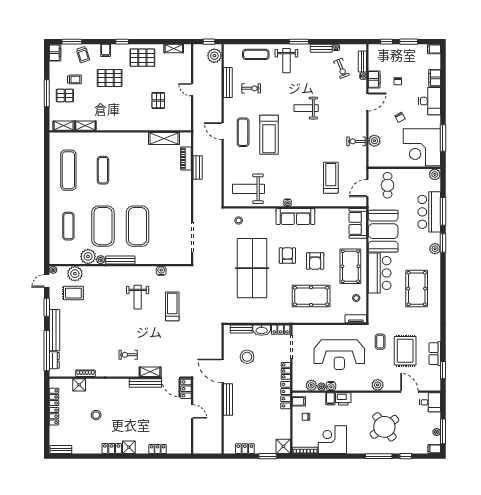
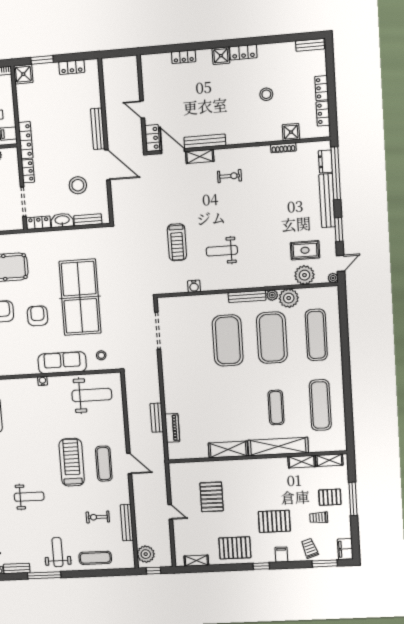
window: (299, 42) -> (44, 575), width x1.44
pallet: (158, 100) -> (212, 497), width x1.50, depth x1.42
shelving: (164, 138) -> (228, 450), moved
shelving: (103, 139) -> (278, 447), added
sofa: (295, 216) -> (62, 363), moved
exercise mat: (68, 226) -> (316, 335), width x1.36, depth x1.45
armchair: (287, 256) -> (37, 316), turned 180
weight bench: (138, 297) -> (222, 251), turned -90

